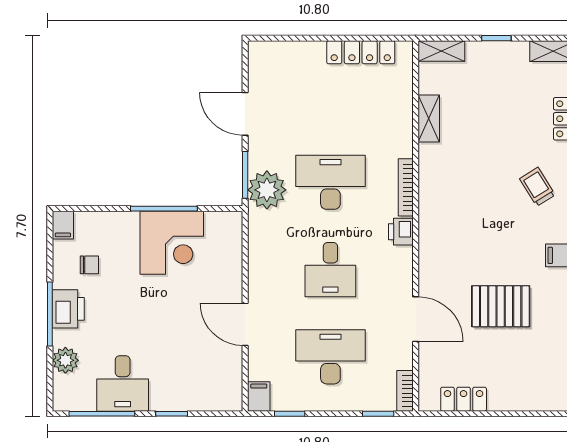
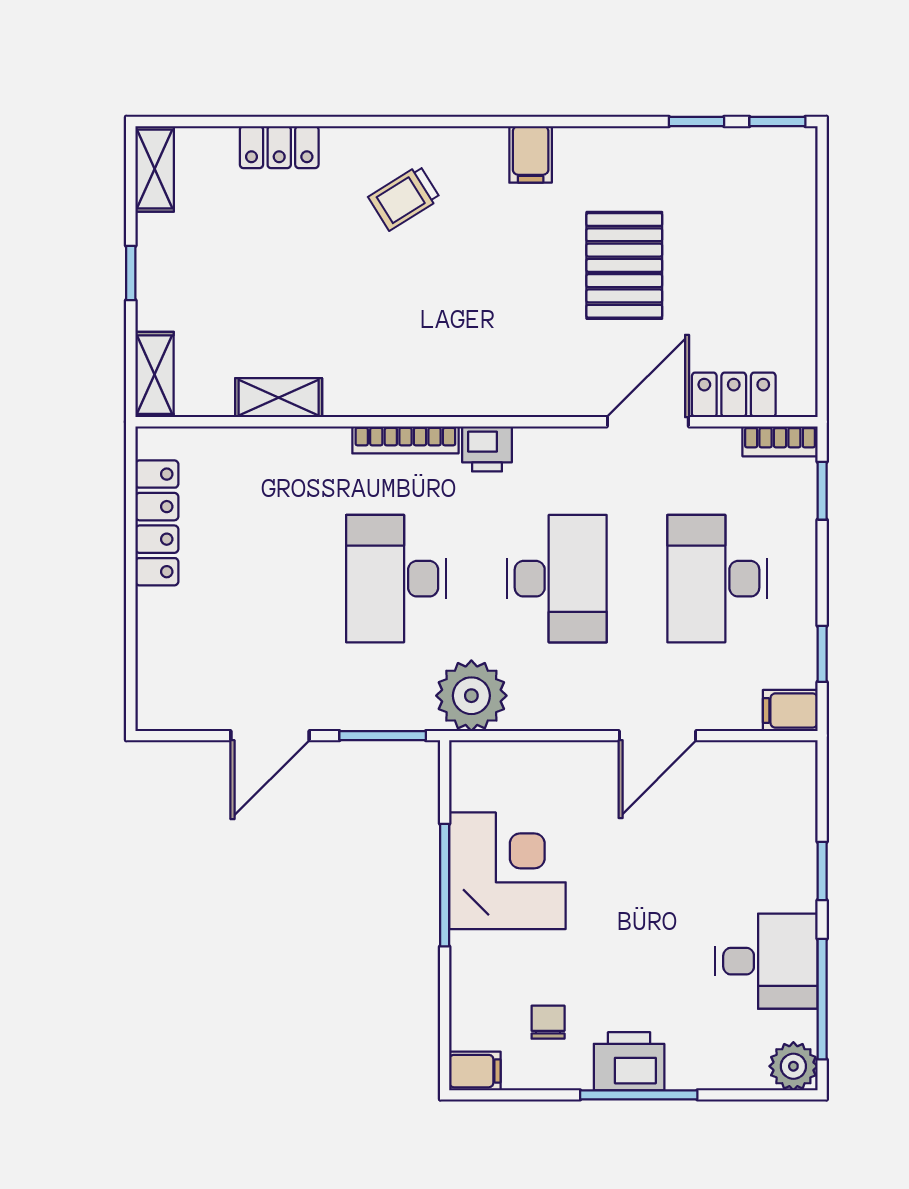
plant: (267, 190) -> (471, 696), moved
desk: (330, 270) -> (557, 579), width x1.37
plant: (65, 360) -> (793, 1066), moved
locker: (464, 399) -> (734, 395), moved, turned 90

